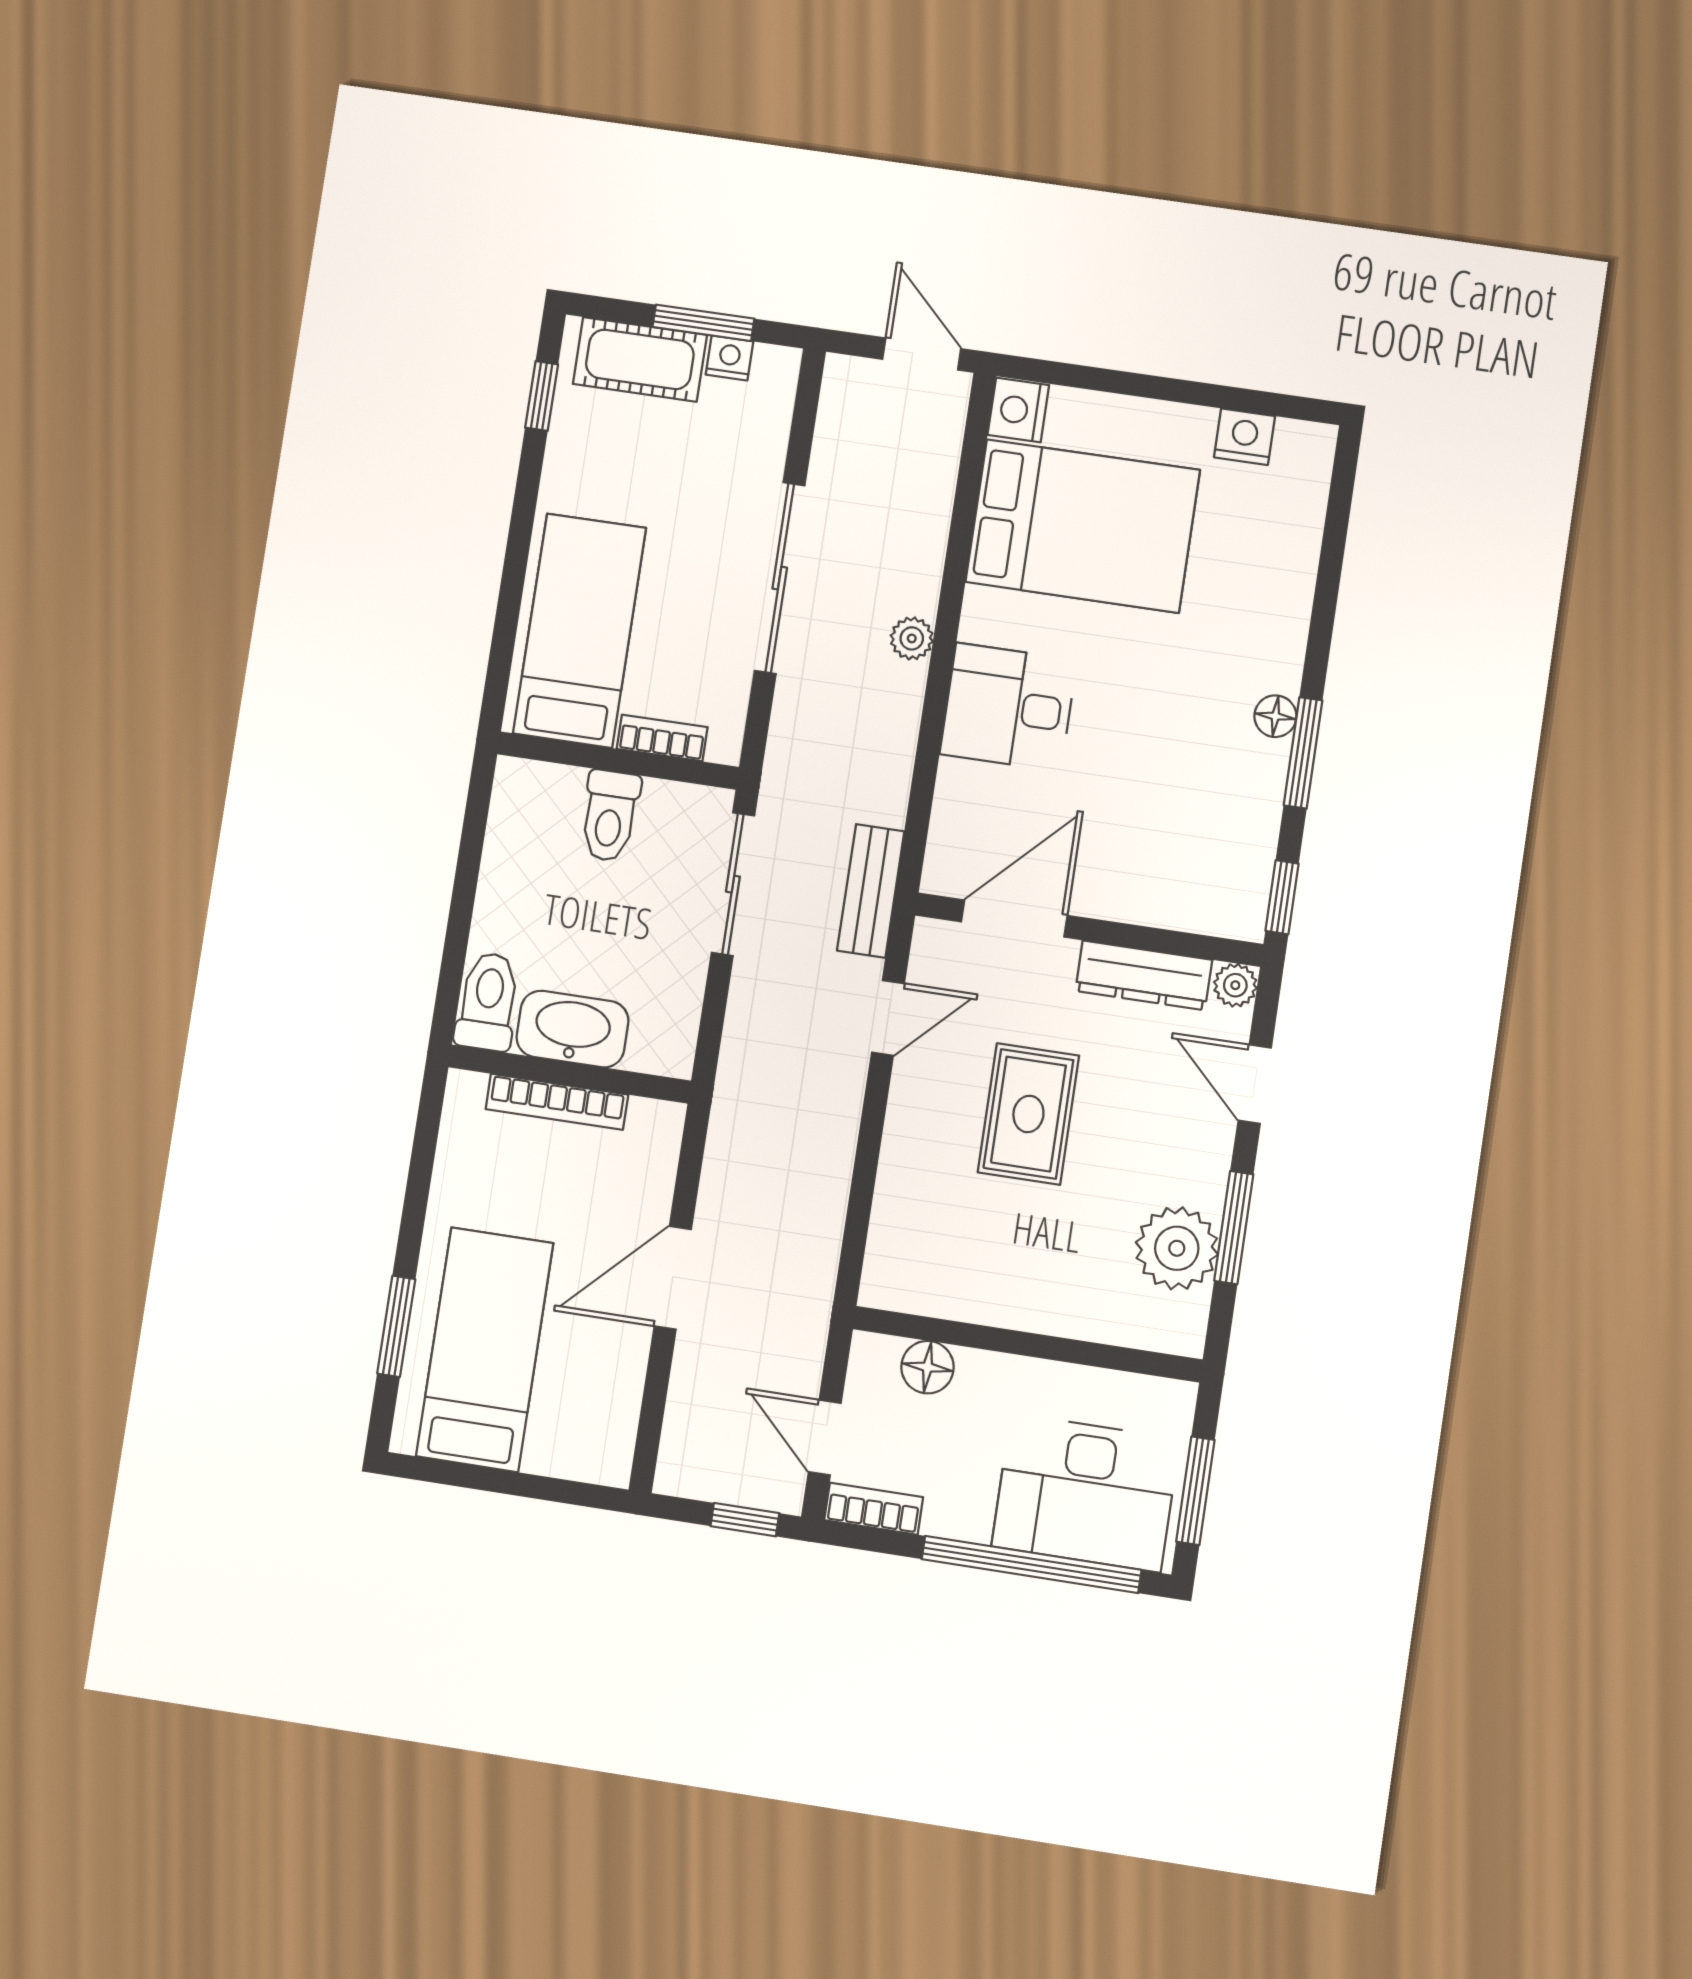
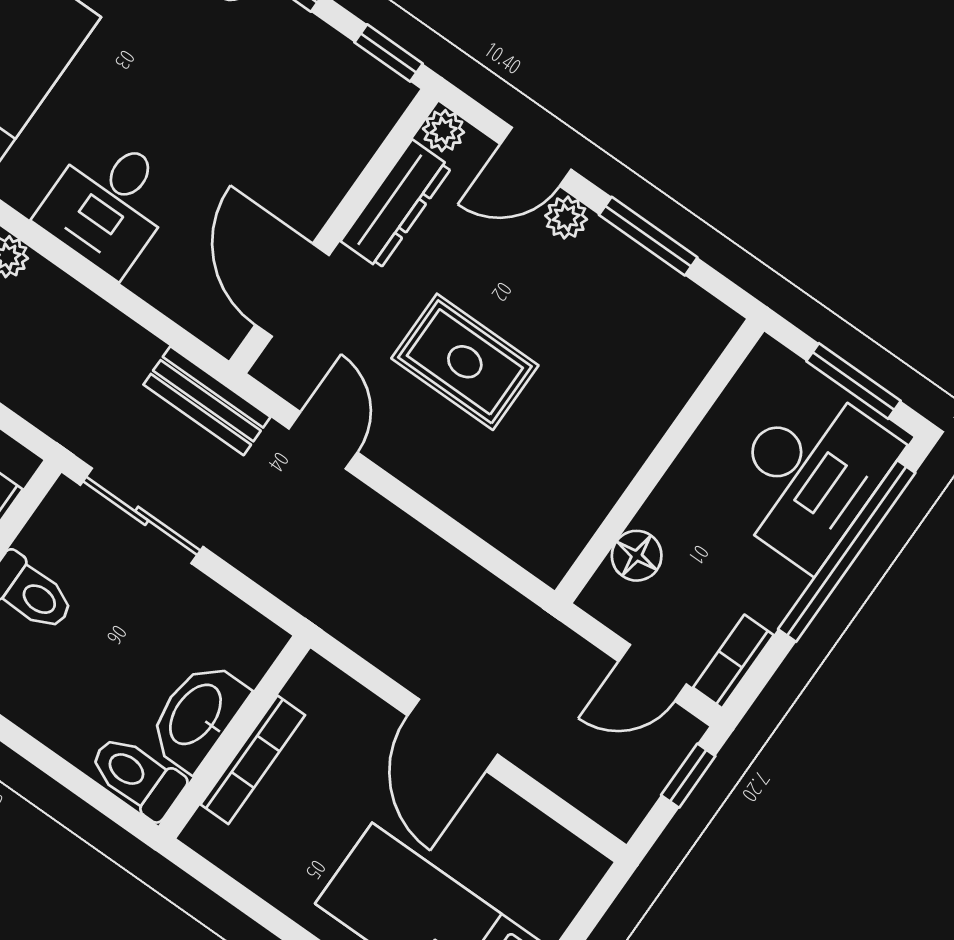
plant: (1177, 1248) -> (566, 218), moved, width x0.53, depth x0.53

